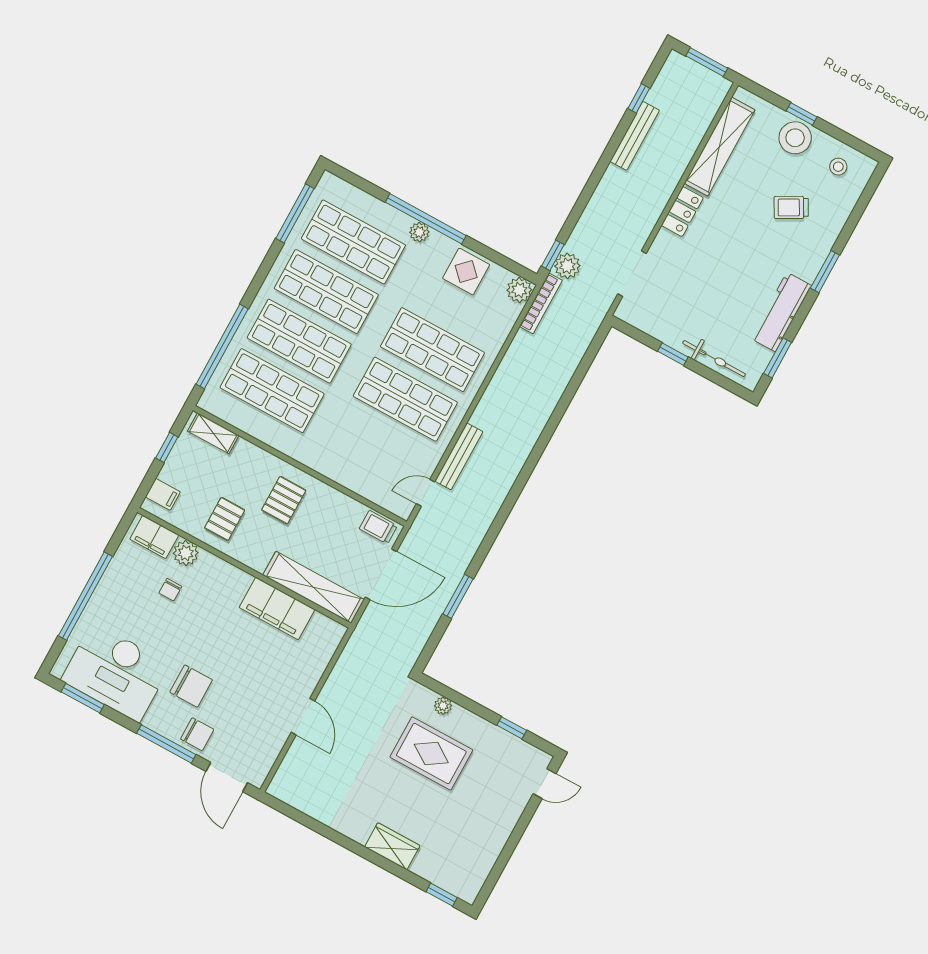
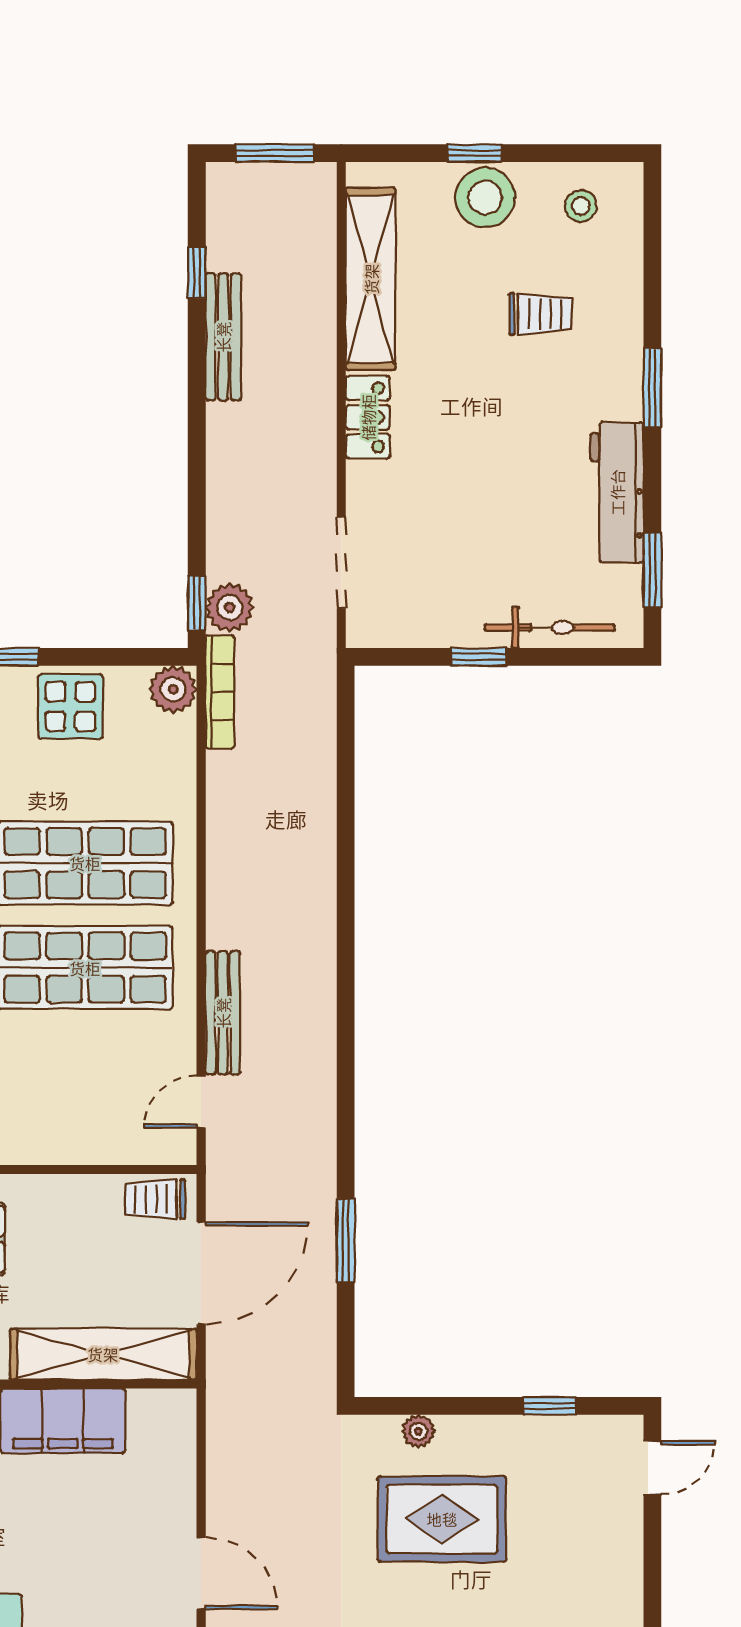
trolley: (791, 207) -> (541, 314), turned -151

